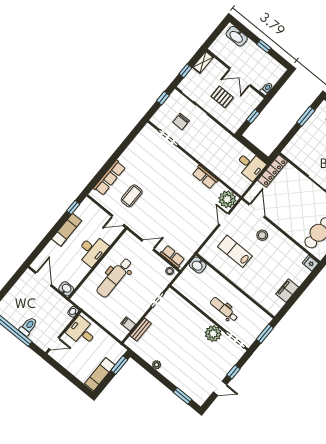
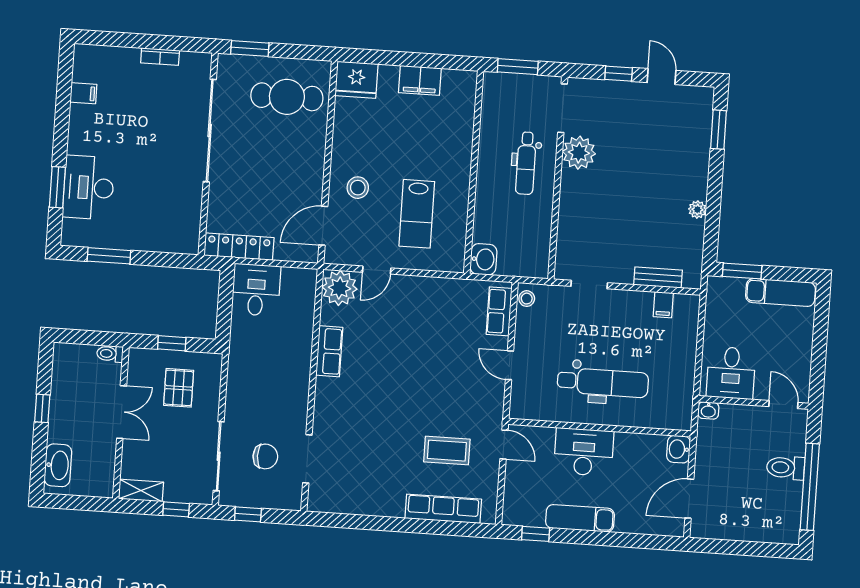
pallet: (222, 97) -> (179, 388), moved
fridge: (310, 263) -> (356, 80), width x1.88, depth x1.34

